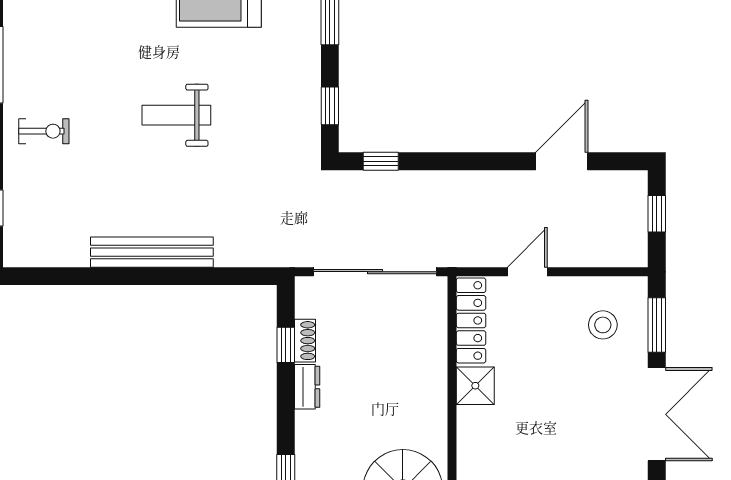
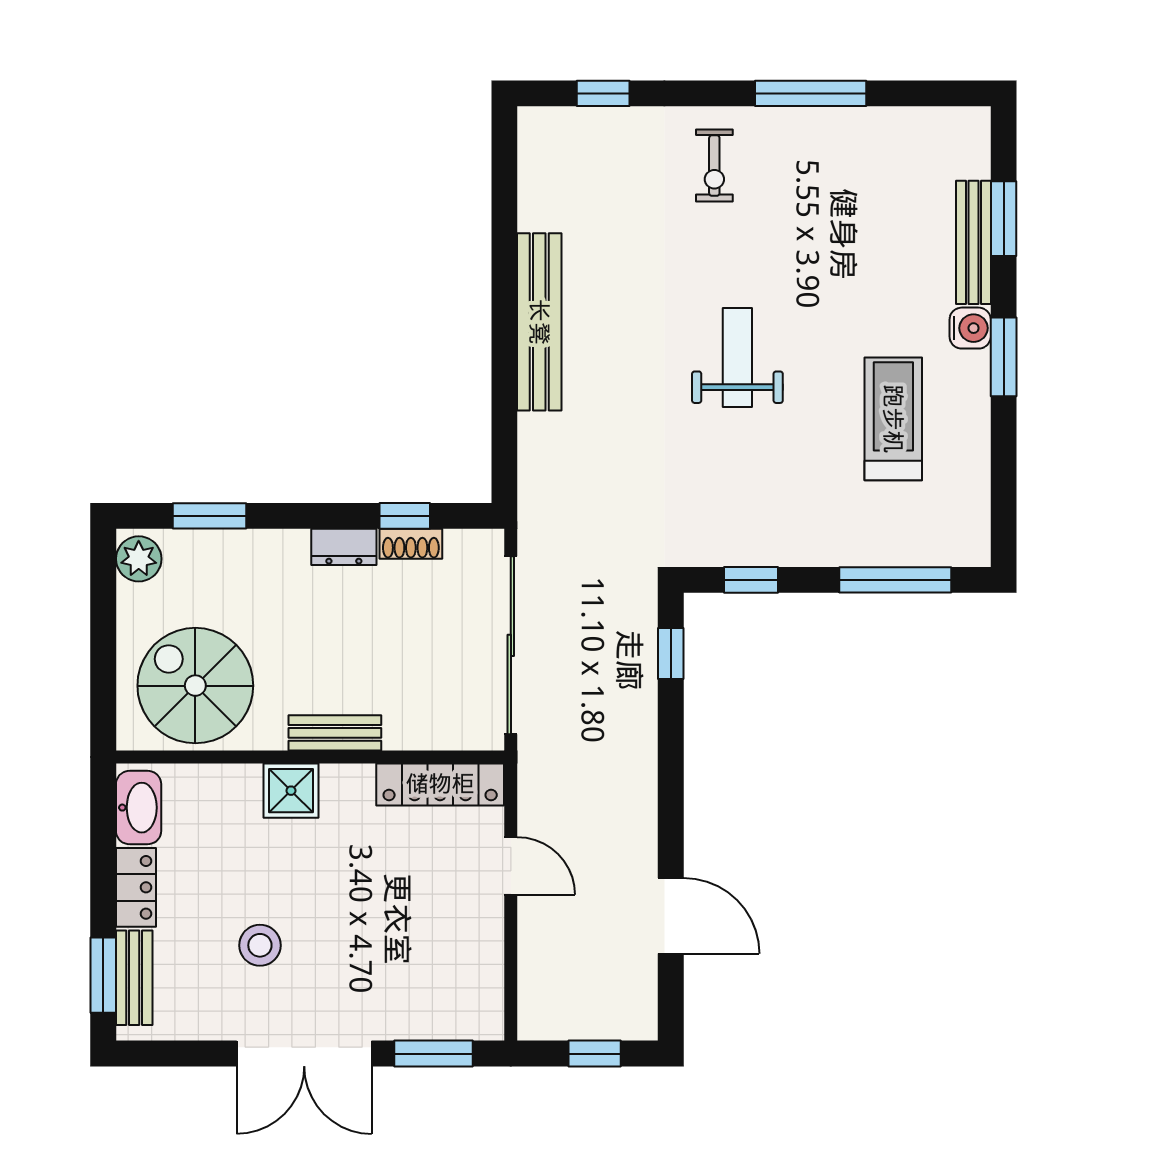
stool: (603, 325) -> (260, 945), moved
shower: (475, 386) -> (291, 791), moved
bench: (435, 393) -> (335, 733), added

